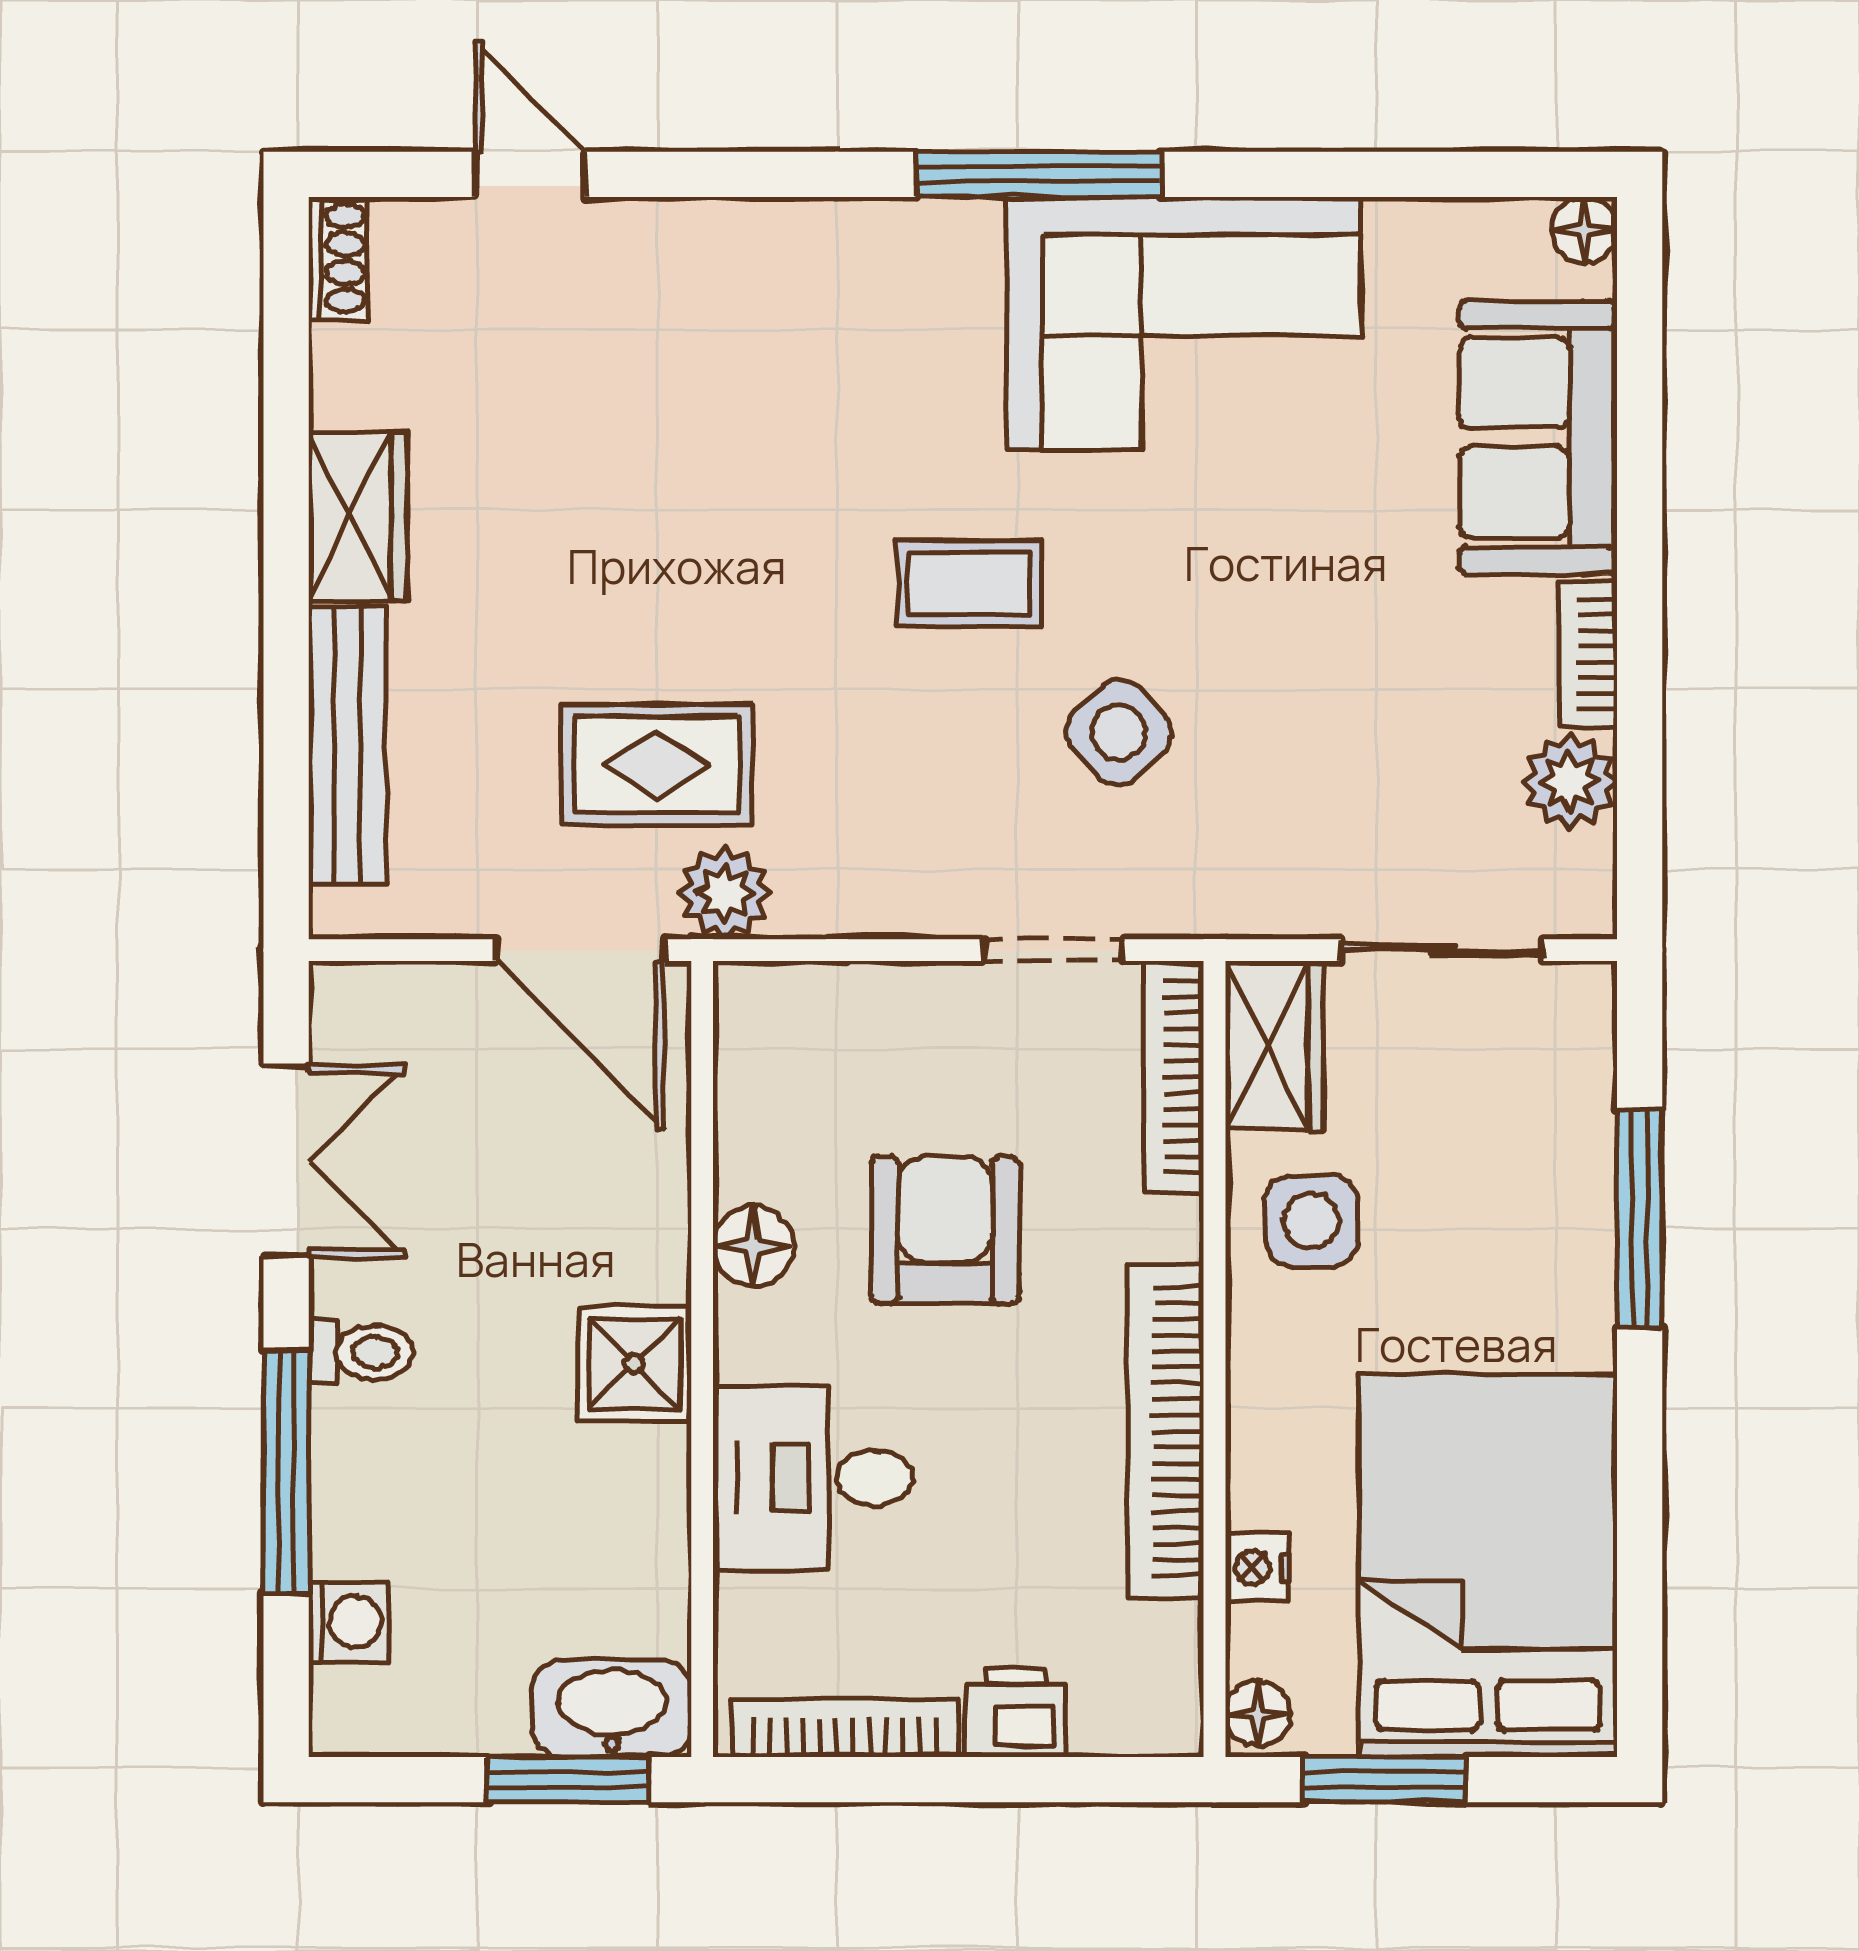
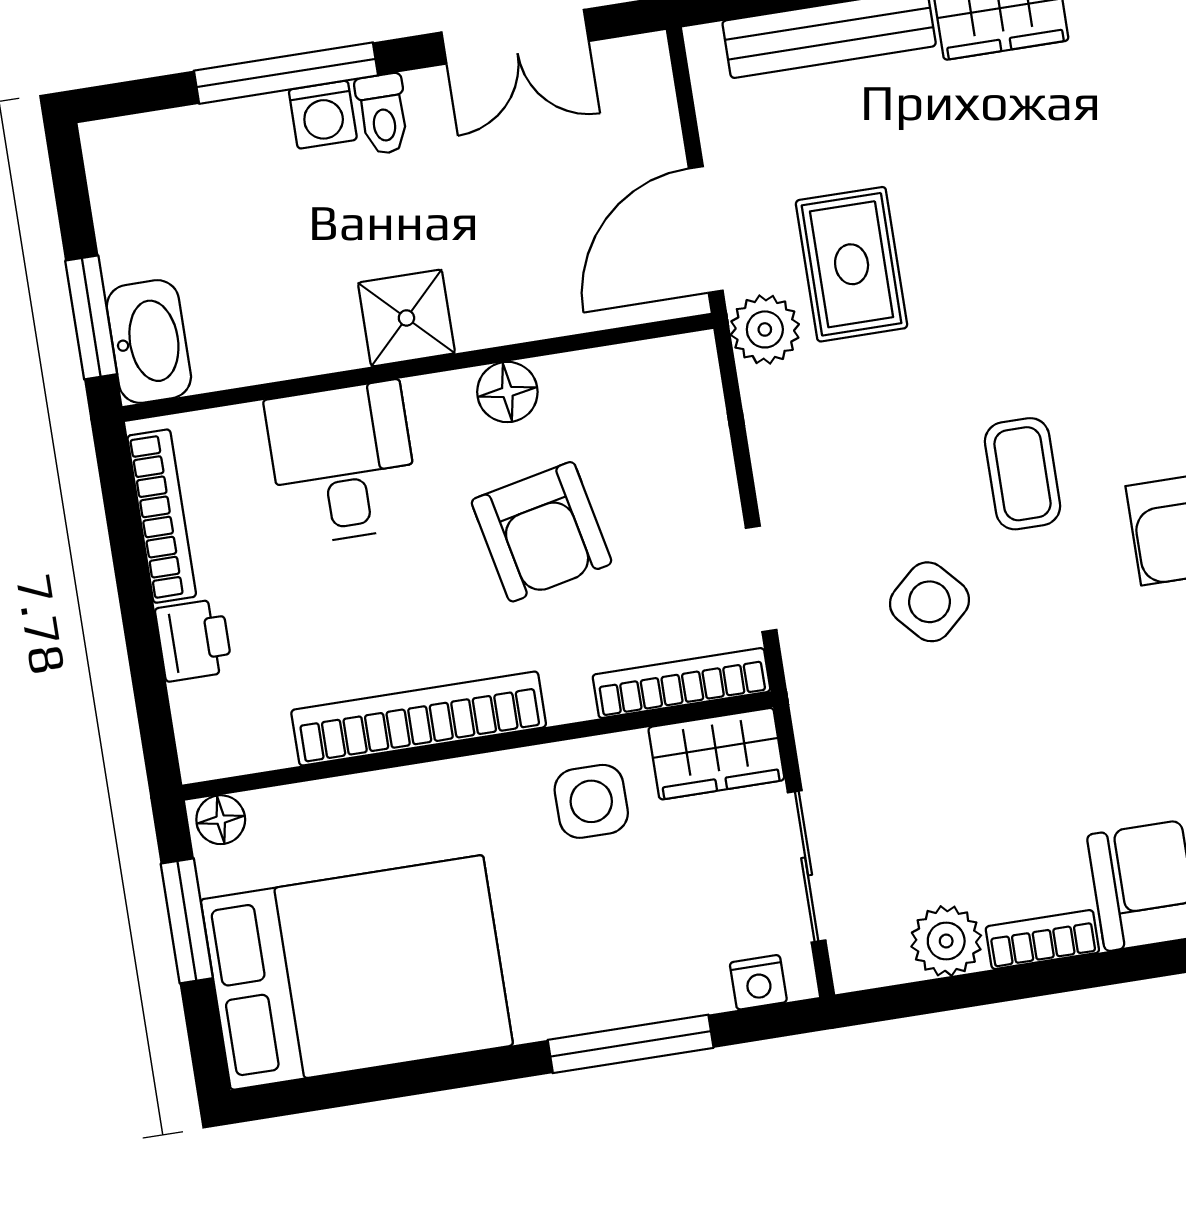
armchair: (945, 1230) -> (542, 532), turned 78
nightstand: (1257, 1568) -> (758, 982), moved, turned 180
washing machine: (349, 1622) -> (323, 115), moved

